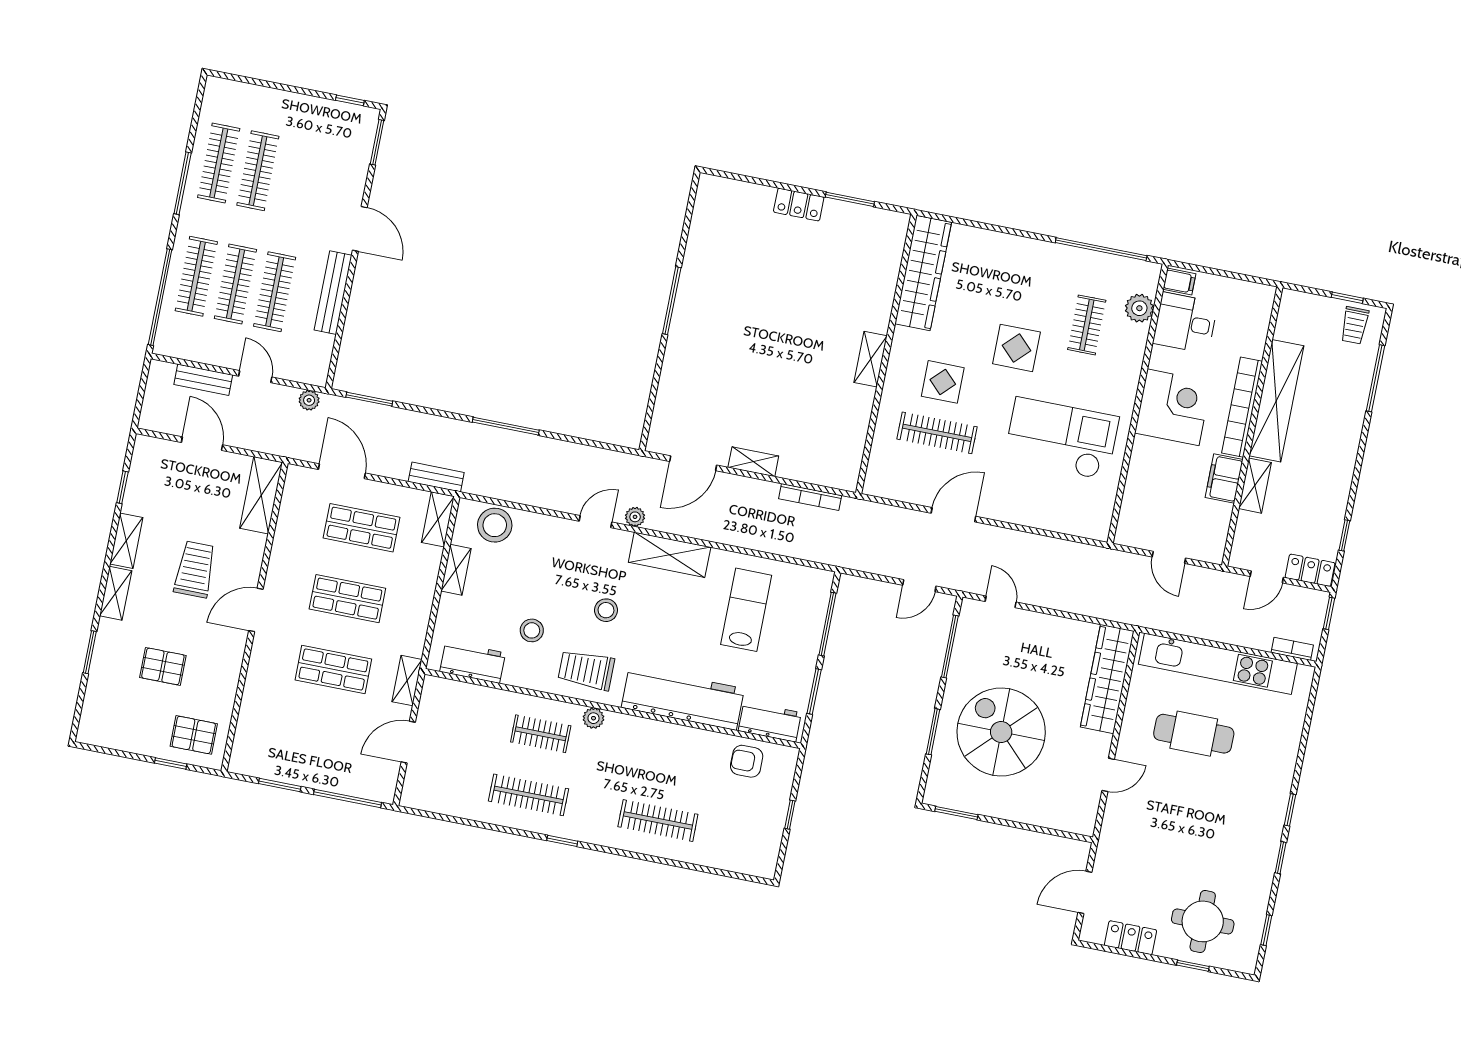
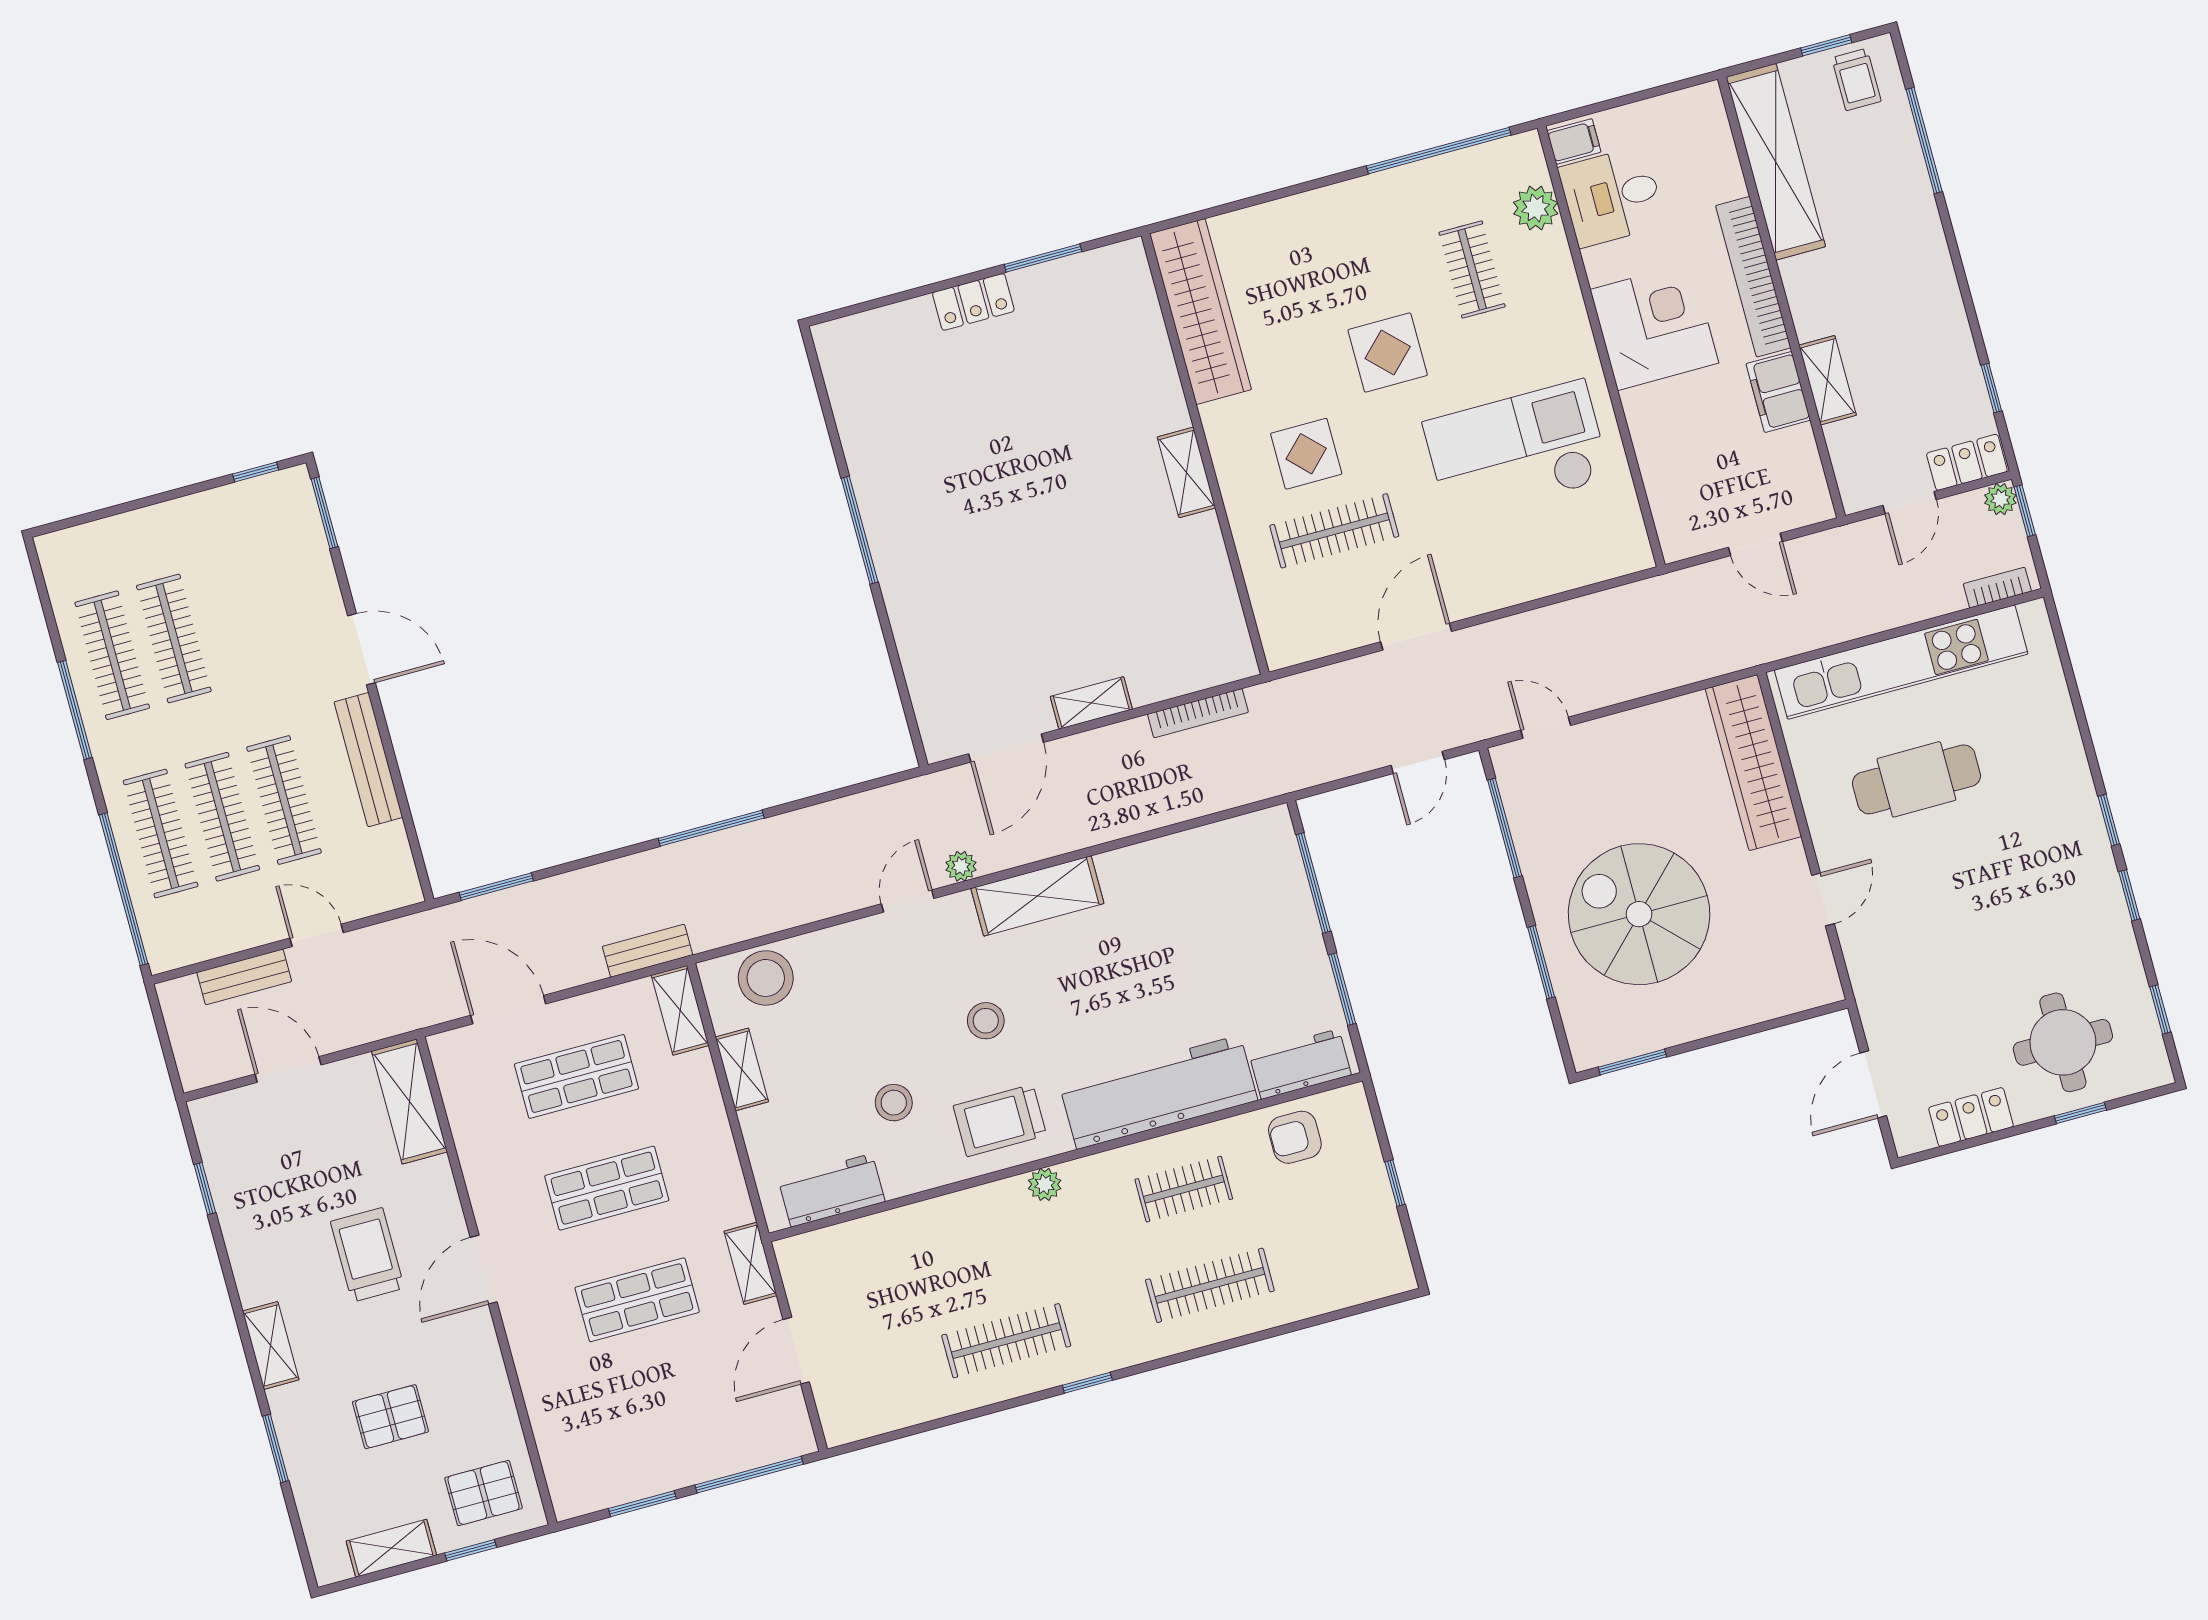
plant: (309, 400) -> (2000, 499), moved
shelving: (1276, 401) -> (1776, 162), moved
shelving: (126, 541) -> (391, 1548), moved, turned 90
lab bench: (746, 610) -> (1187, 920), removed
clothes rail: (541, 734) -> (1184, 1189), moved

